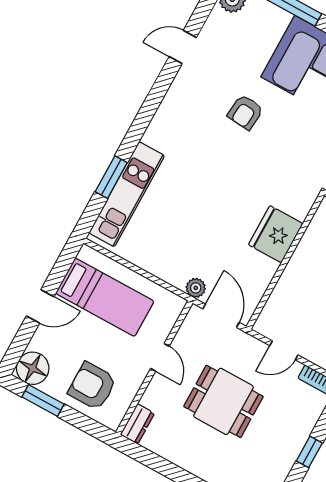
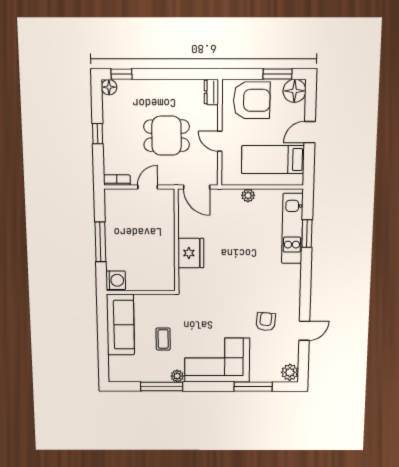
armchair: (245, 112) -> (266, 322), moved
plant: (196, 288) -> (248, 195), moved
armchair: (92, 386) -> (252, 100), width x1.36, depth x1.36

